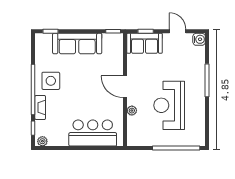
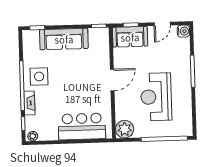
door: (178, 31) -> (162, 24), swing flipped
door: (125, 87) -> (112, 80), swing flipped
plant: (132, 111) -> (125, 129), moved, width x1.88, depth x1.88

